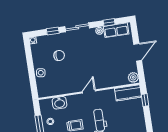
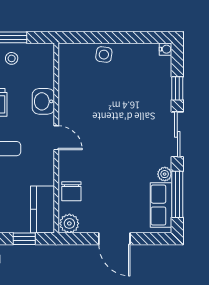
window: (109, 22) -> (177, 194), width x2.17
chair: (59, 56) -> (71, 191), moved
washbasin: (59, 103) -> (43, 101), moved

